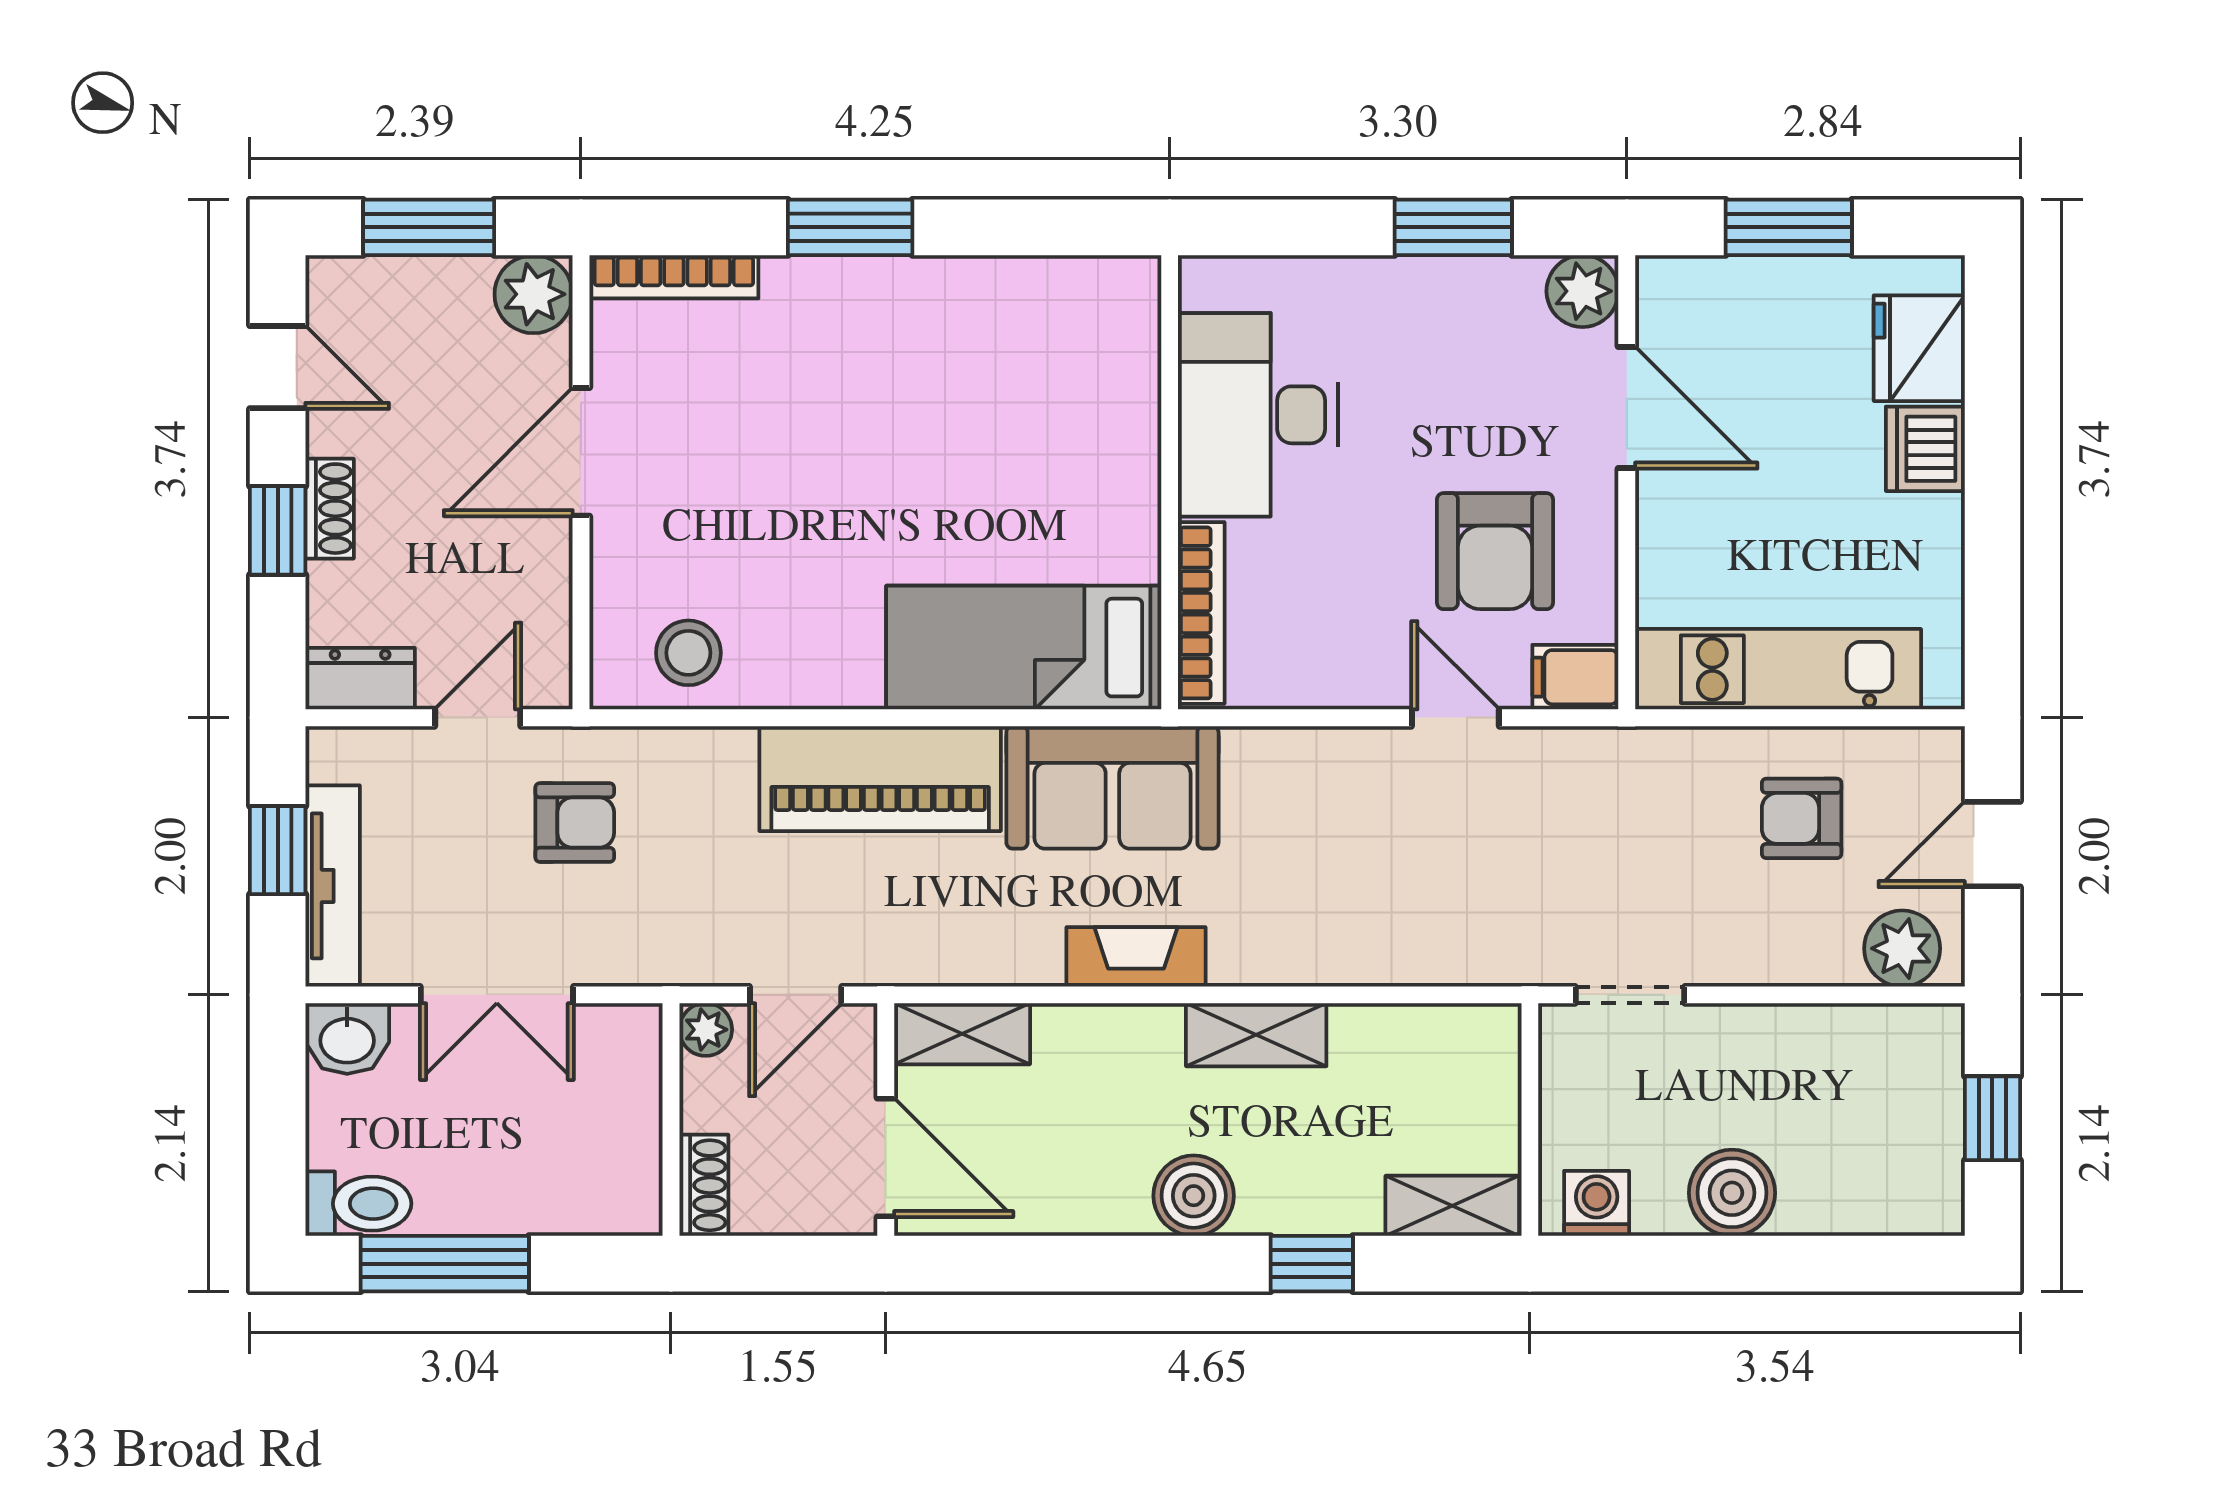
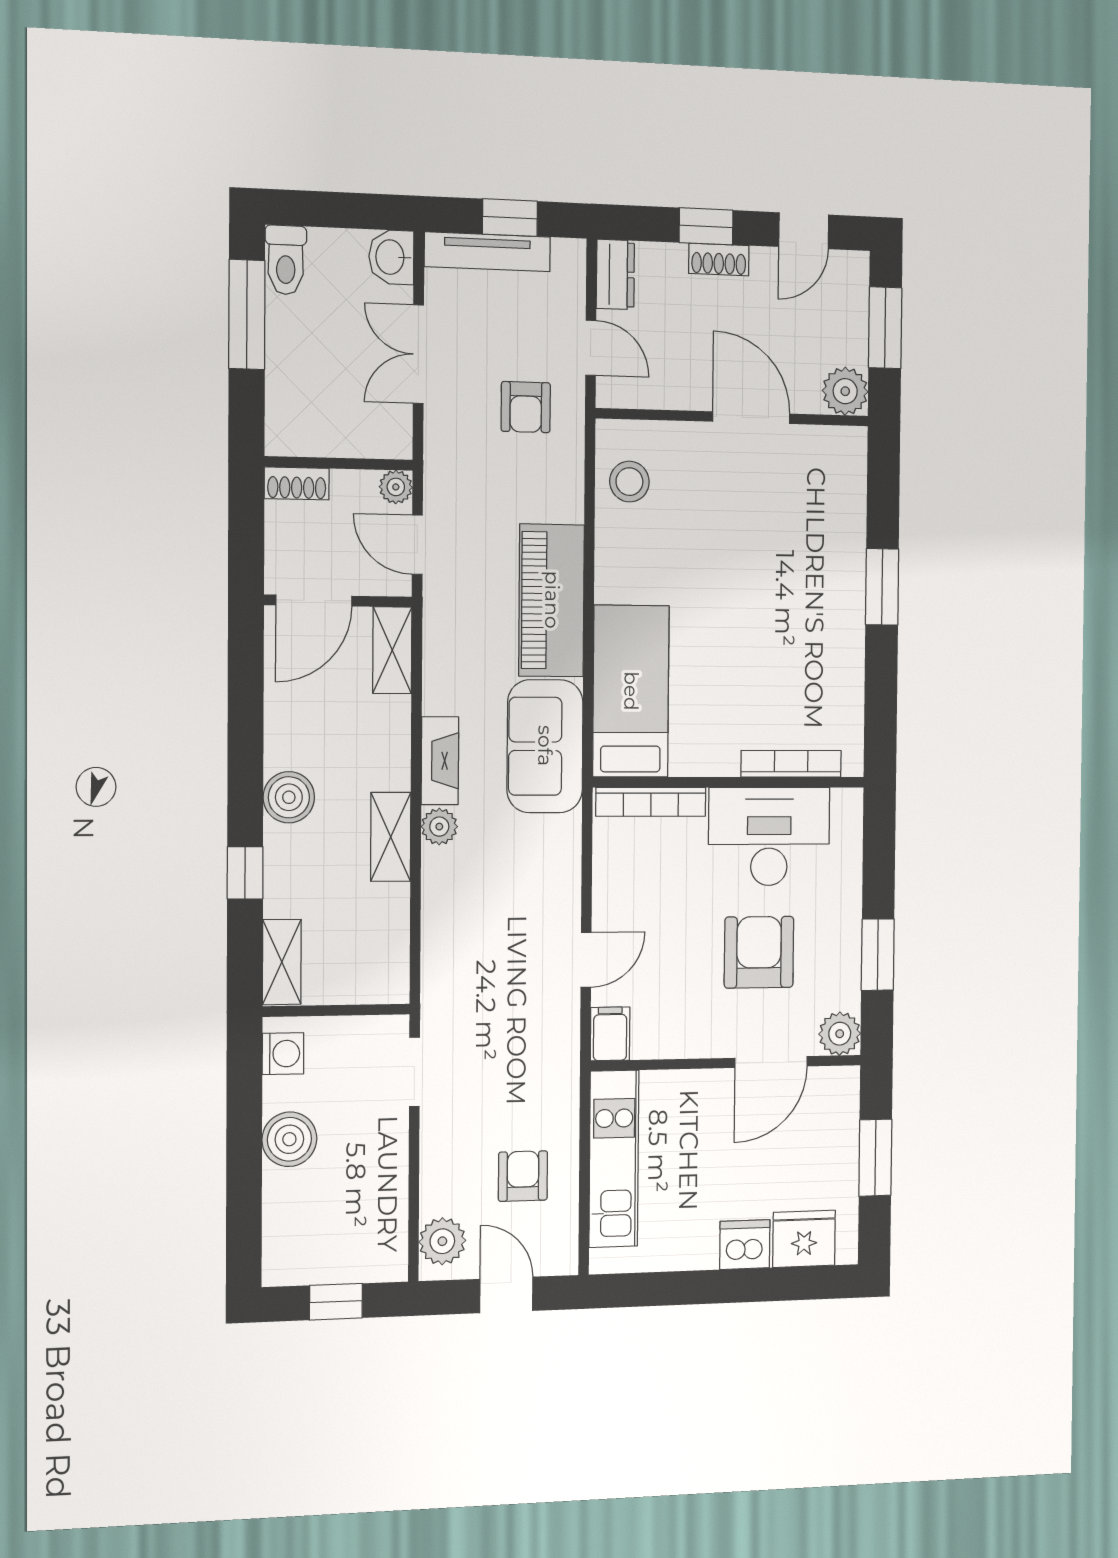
bookcase: (674, 277) -> (791, 764), moved, turned 90
armchair: (1495, 551) -> (759, 952), moved, turned 90
plant: (1240, 957) -> (439, 827), added

